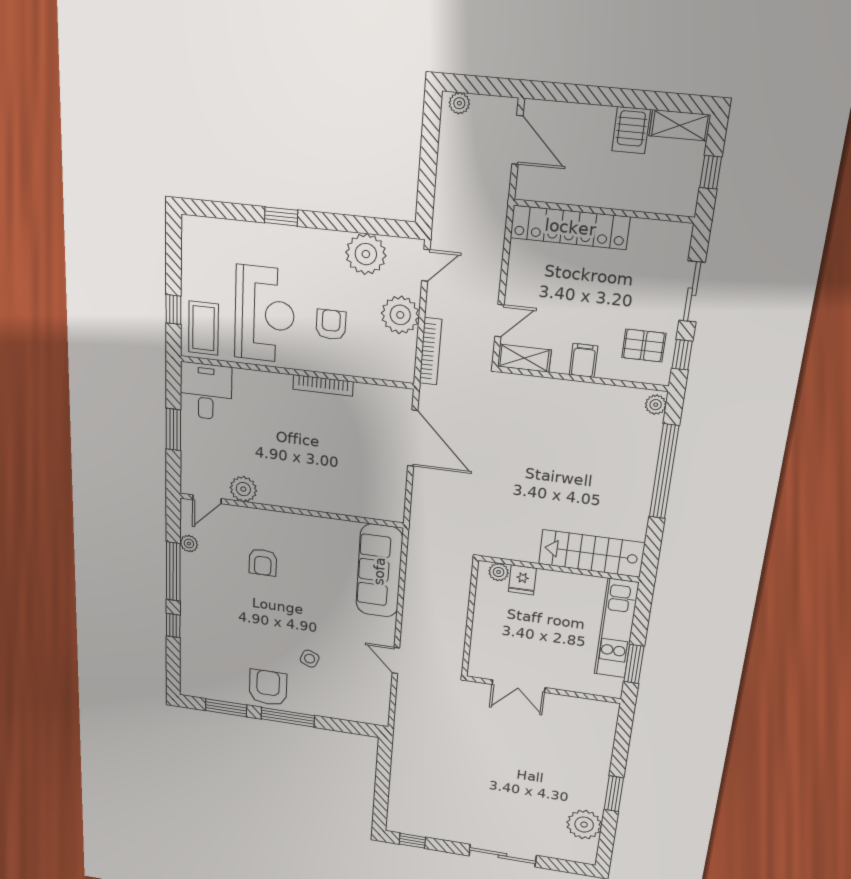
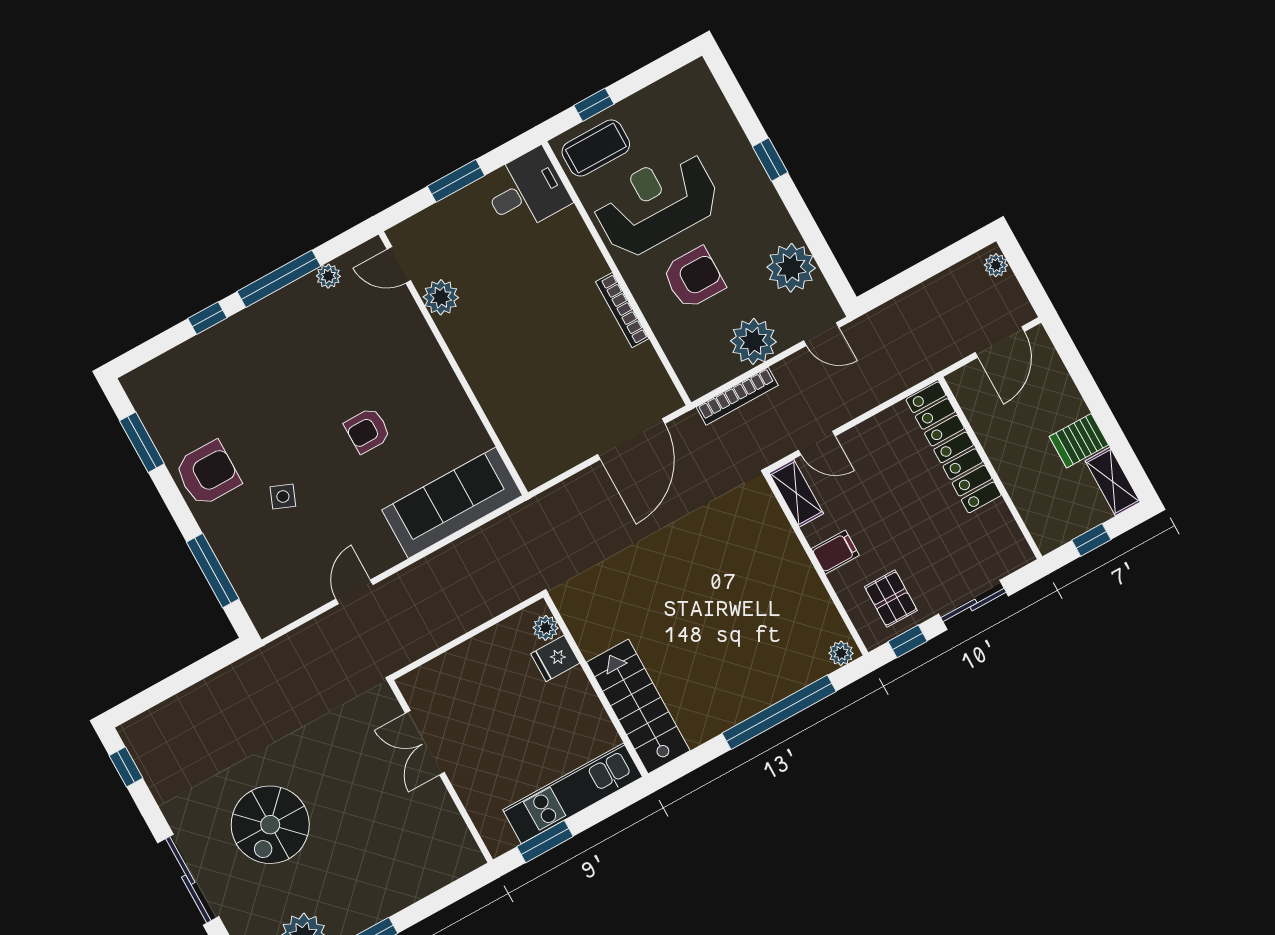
reception desk: (264, 314) -> (656, 203), turned 180
armchair: (331, 325) -> (694, 278), width x1.38, depth x1.38
armchair: (263, 562) -> (367, 430), moved
window: (288, 717) -> (213, 570), moved
spiral stairs: (503, 796) -> (270, 825), added

